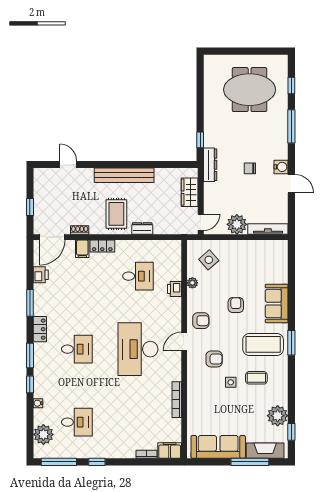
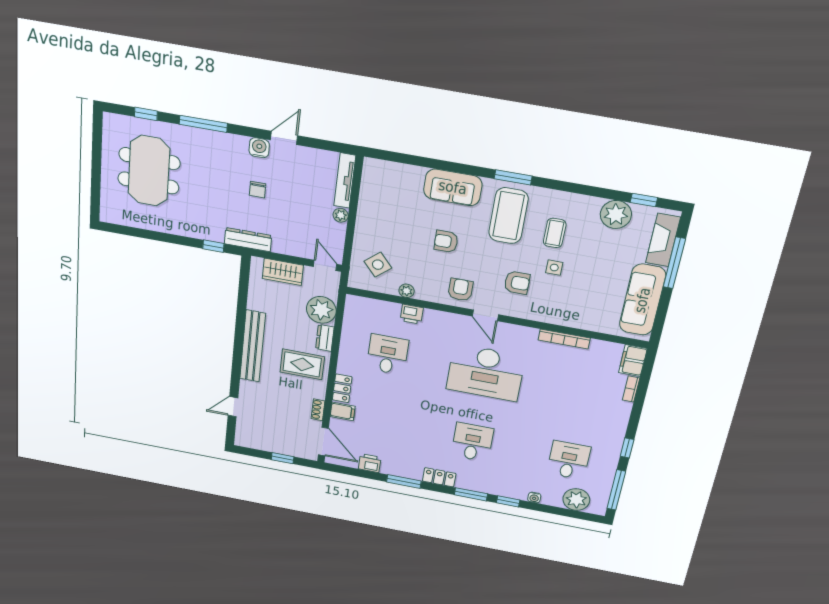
plant: (165, 223) -> (321, 310), added
plant: (237, 224) -> (341, 215), width x0.53, depth x0.53
armchair: (214, 359) -> (517, 283), turned 90

